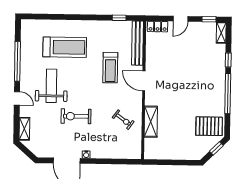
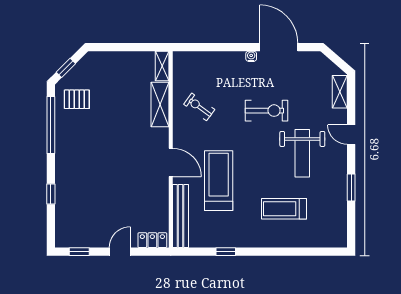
window: (119, 18) -> (226, 252), moved
shelving: (221, 33) -> (162, 66), moved
treadmill: (65, 47) -> (284, 209), width x0.73, depth x0.73
window: (17, 61) -> (351, 187), width x0.47
treadmill: (110, 68) -> (219, 181), width x1.37, depth x1.38
window: (228, 94) -> (51, 125), moved
pallet: (209, 126) -> (77, 99), width x0.67, depth x0.71

